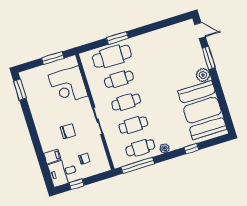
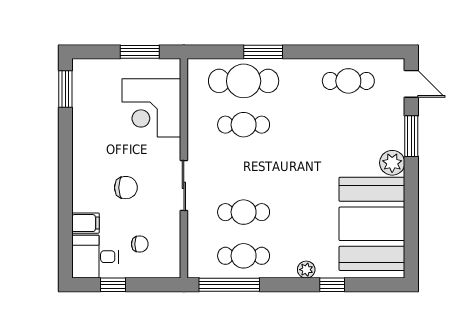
cafe table: (126, 102) -> (348, 81), moved
plant: (164, 148) -> (306, 270), moved

